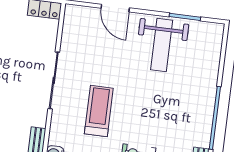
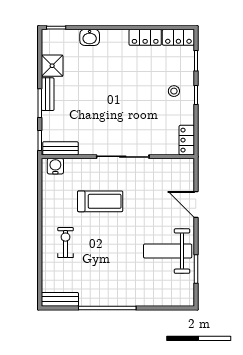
door: (115, 8) -> (196, 204), hinge flipped

